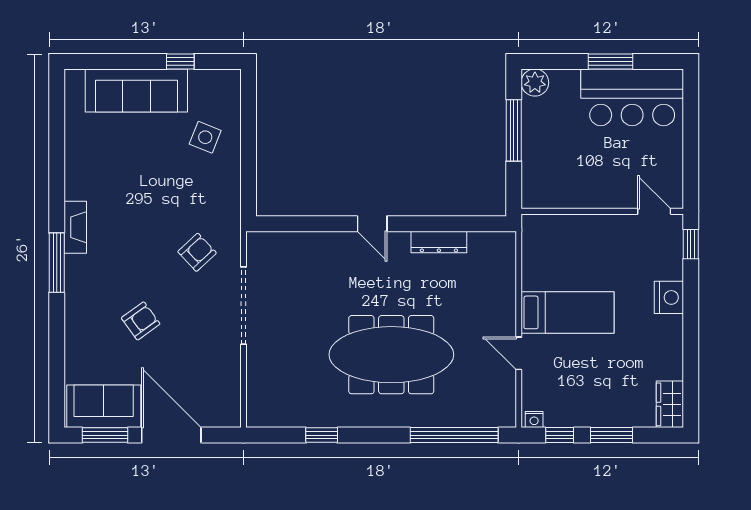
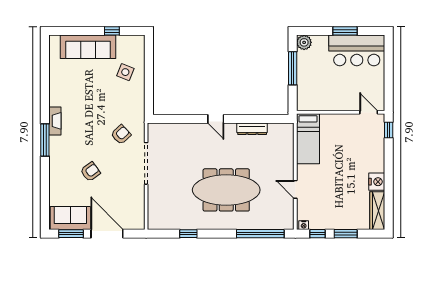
nightstand: (669, 297) -> (377, 182), moved
bed: (568, 312) -> (308, 139), moved, turned 90
wardrobe: (670, 404) -> (377, 211), width x1.50

